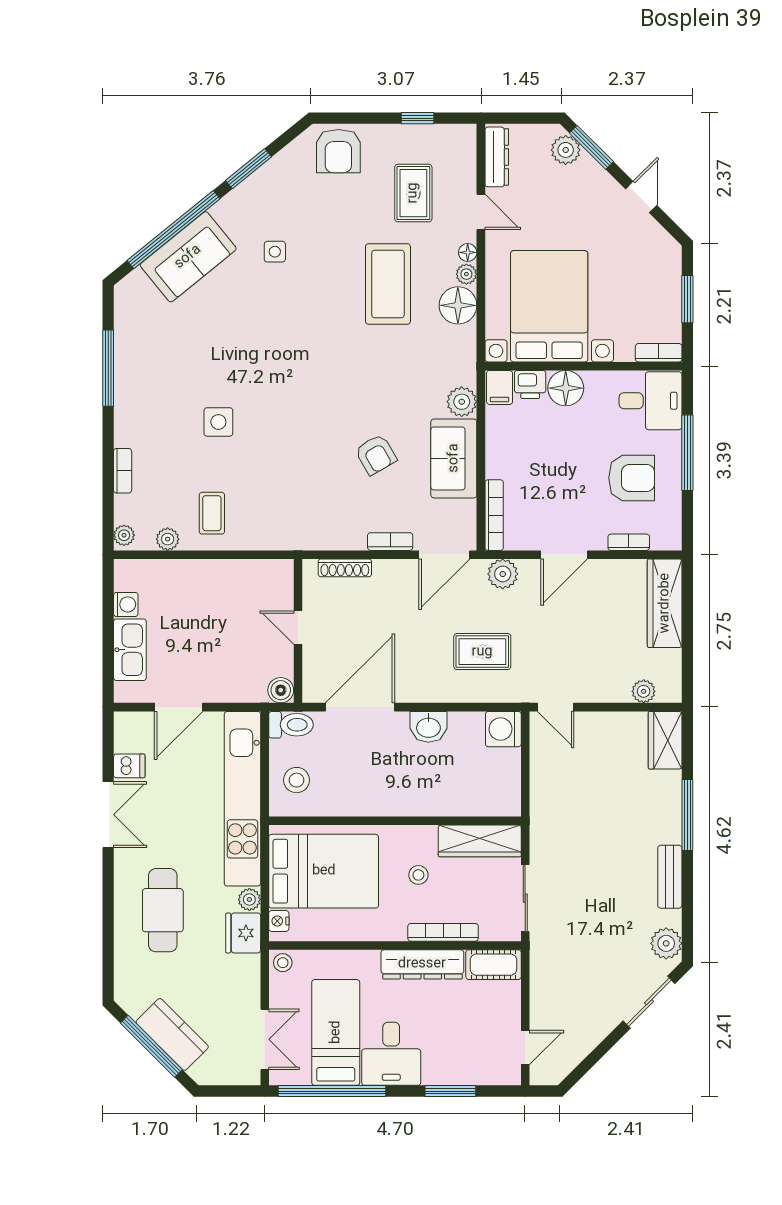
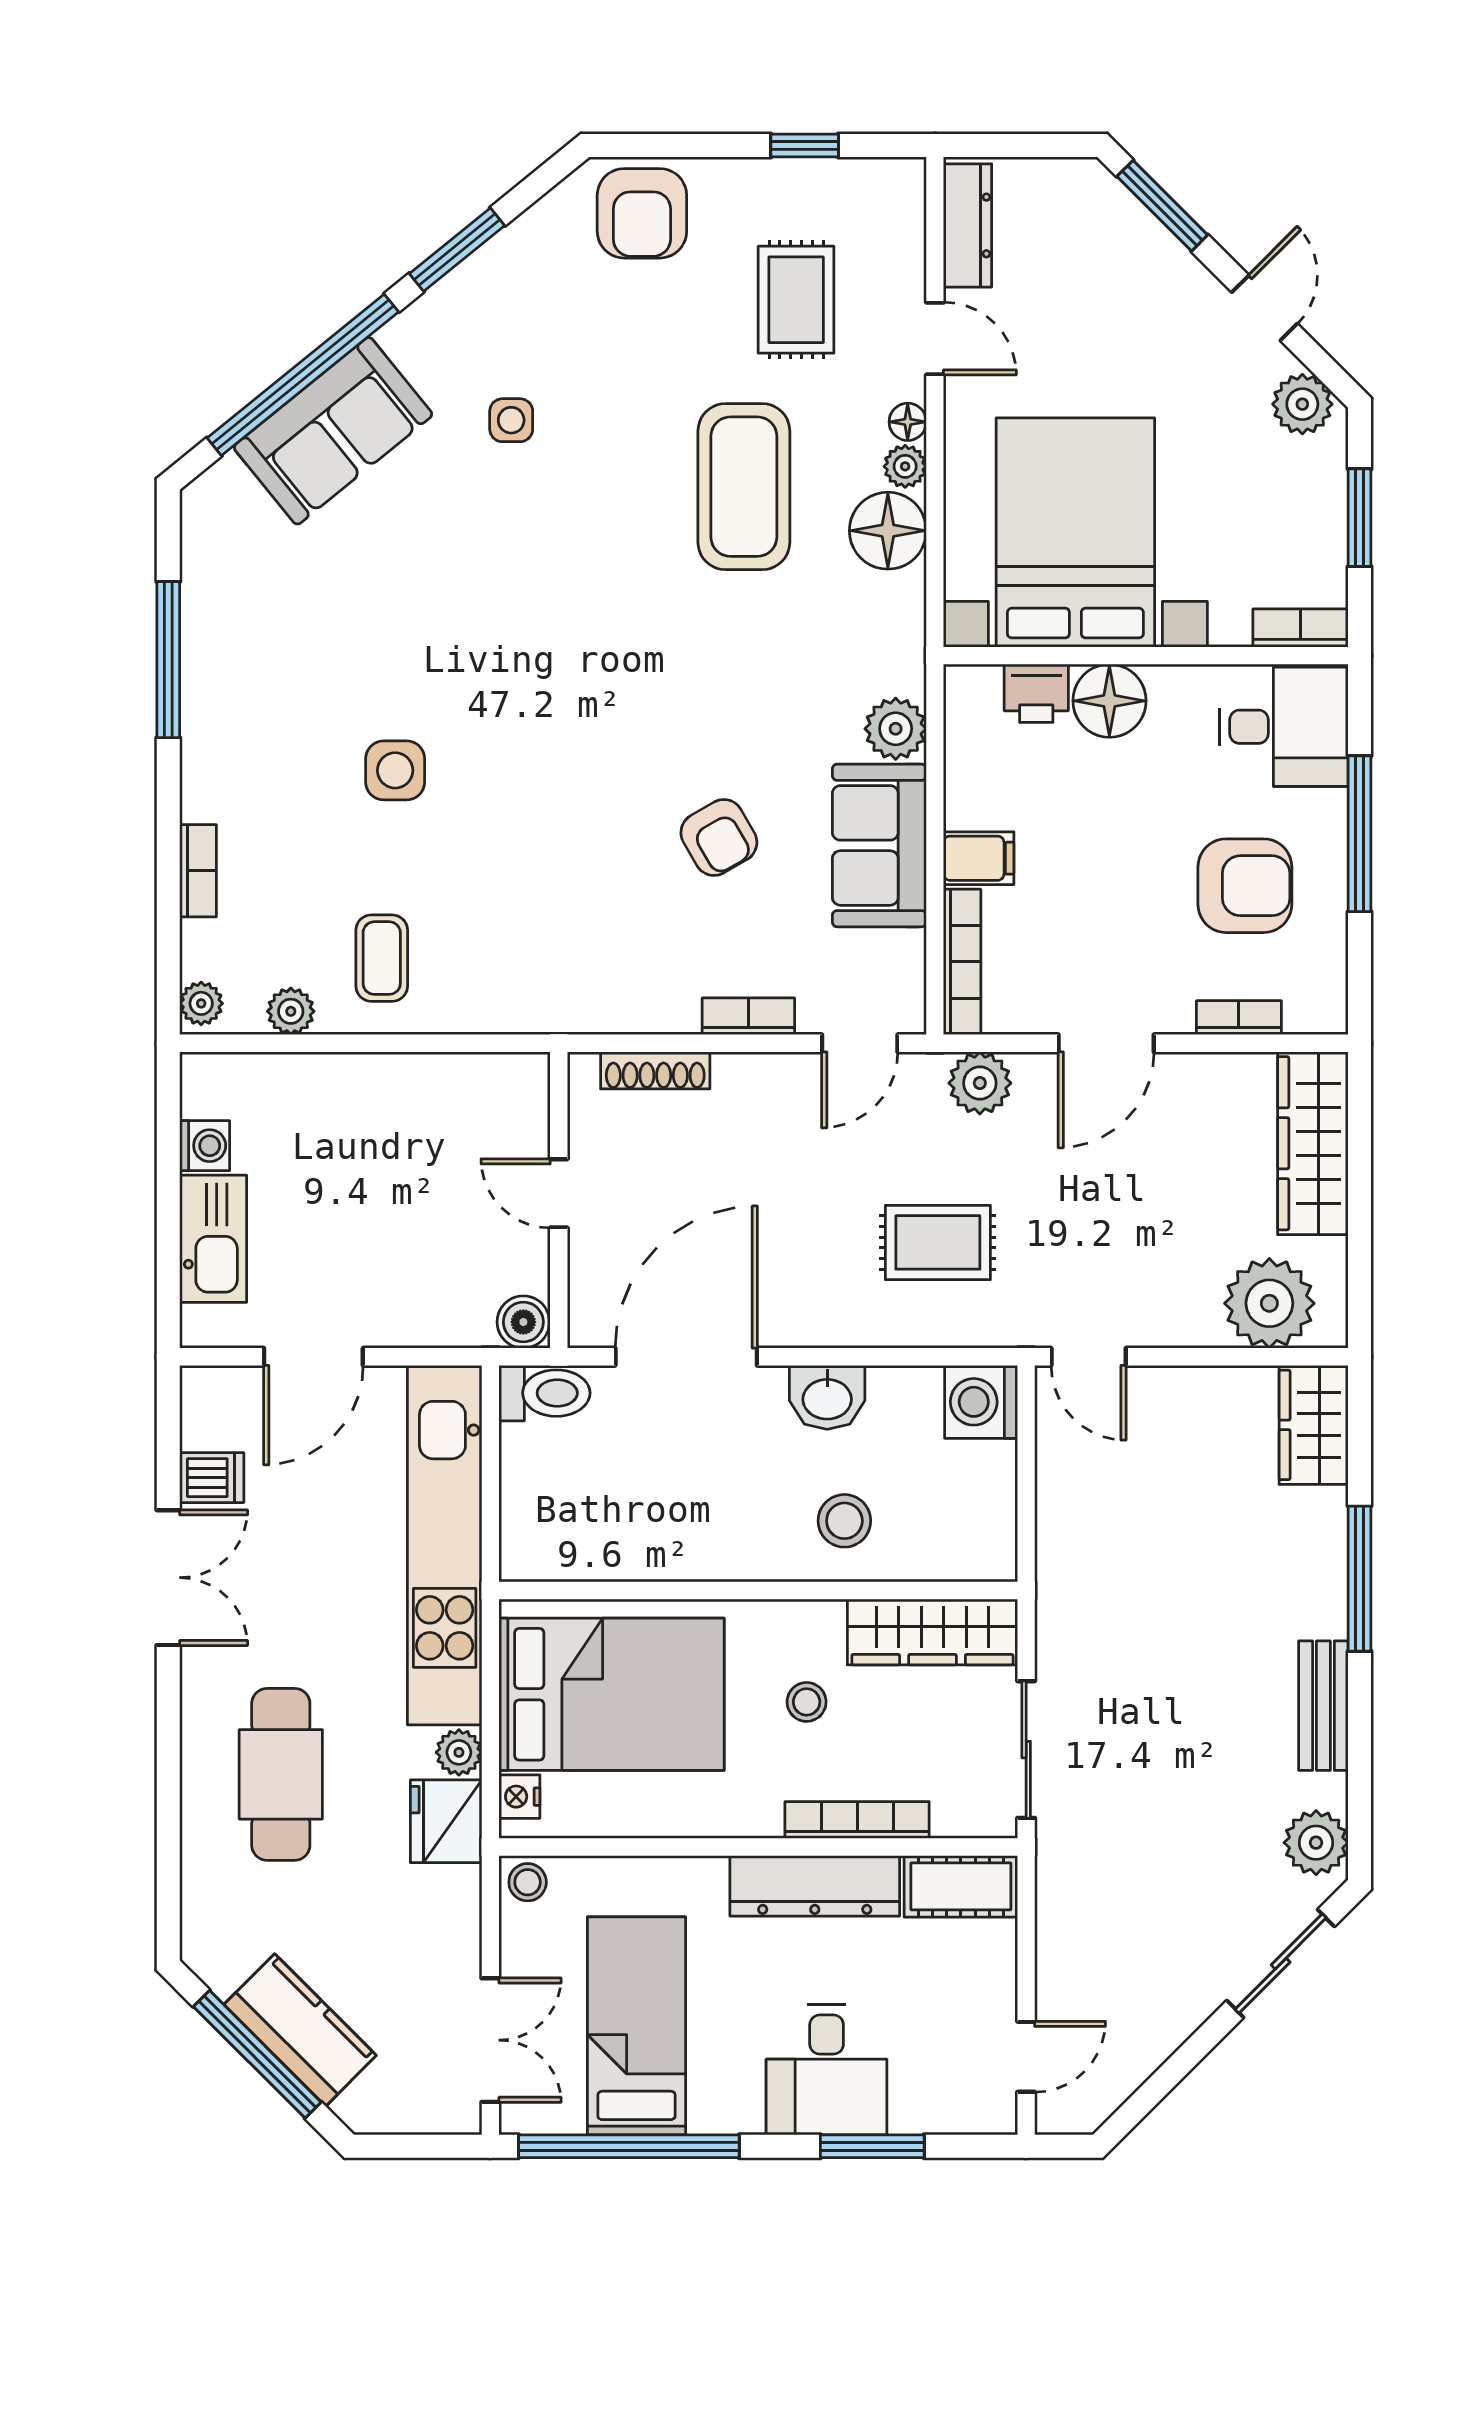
plant: (566, 150) -> (1302, 404), moved
filing cabinet: (500, 387) -> (979, 858), moved, turned -90
door: (444, 555) -> (860, 1043), width x0.73
plant: (644, 691) -> (1269, 1303), width x1.88, depth x1.88
stool: (297, 780) -> (844, 1521), moved
desk: (391, 1054) -> (827, 2070), moved

